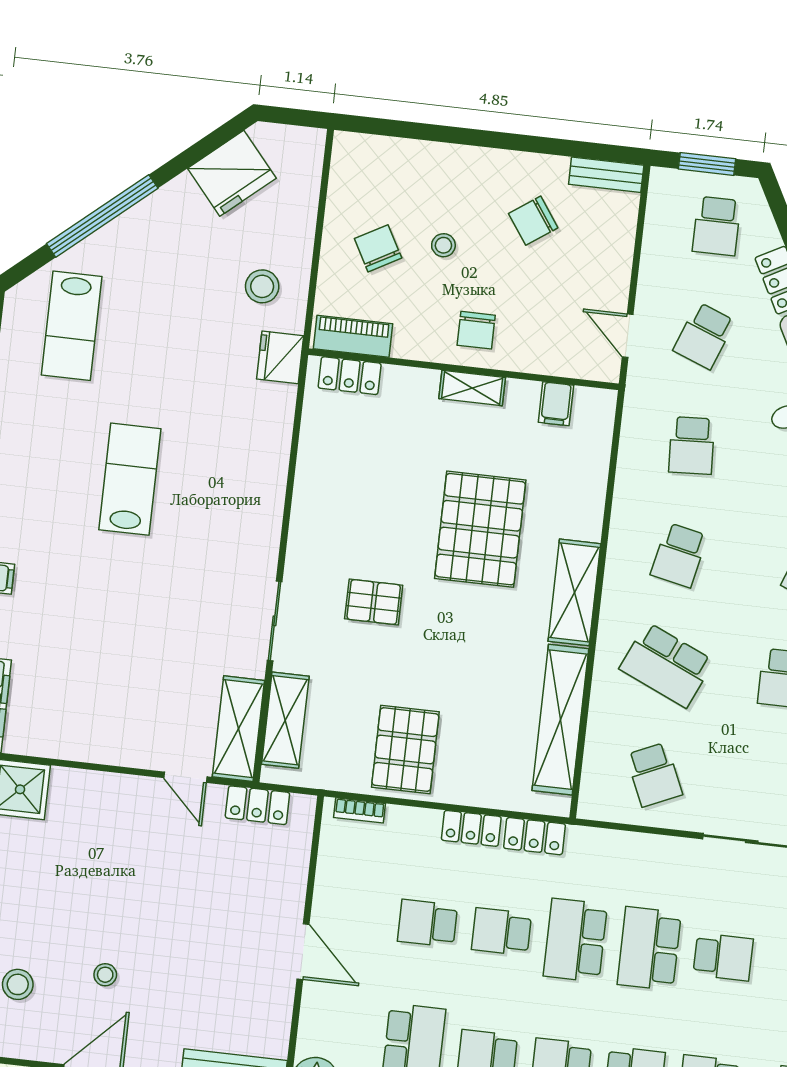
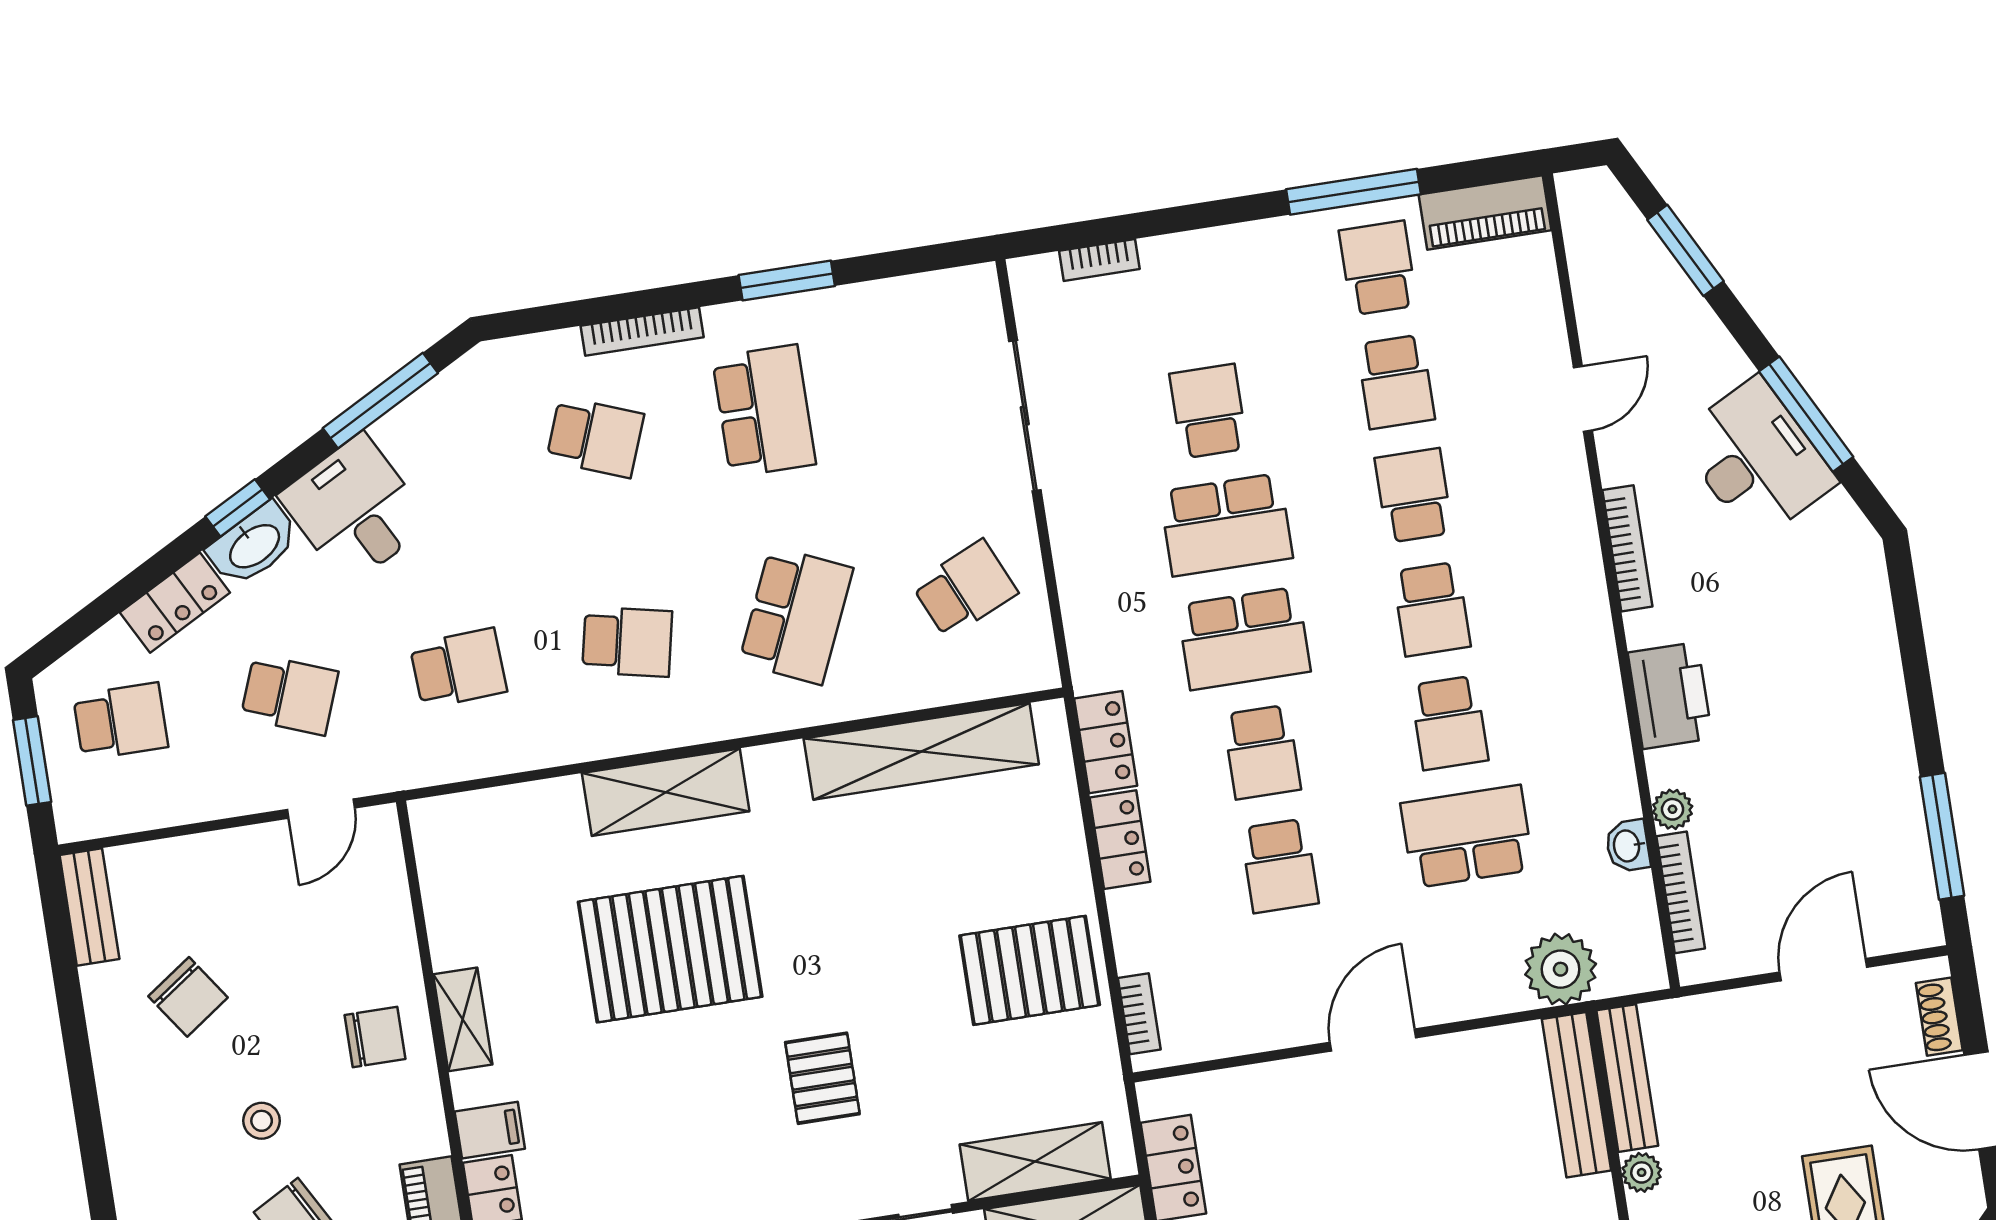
filing cabinet: (556, 404) -> (490, 1130), moved
shelving: (574, 592) -> (666, 792), moved

